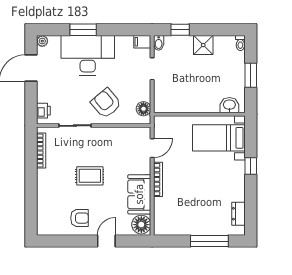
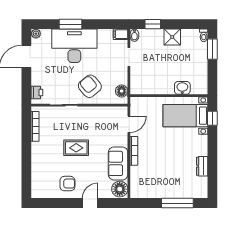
window: (251, 75) -> (212, 49), moved
washbasin: (229, 105) -> (182, 88), moved
window: (251, 166) -> (212, 118), moved
dresser: (238, 214) -> (202, 166), moved

